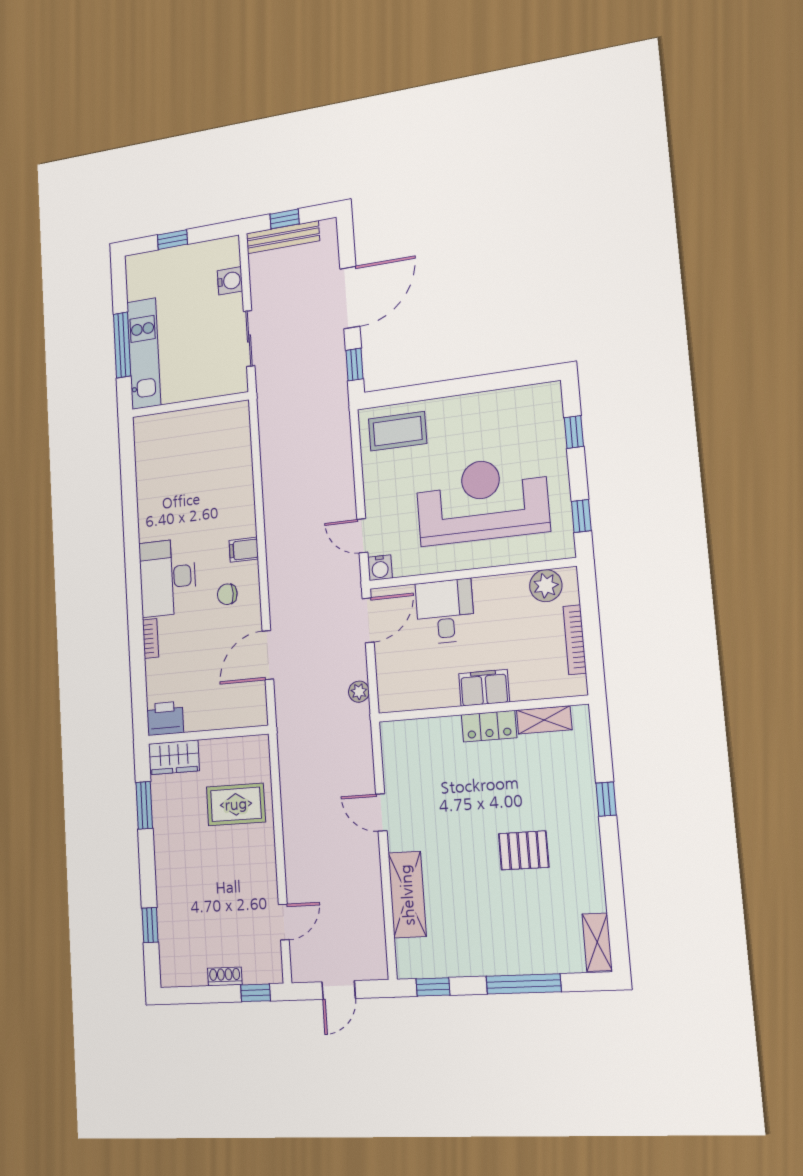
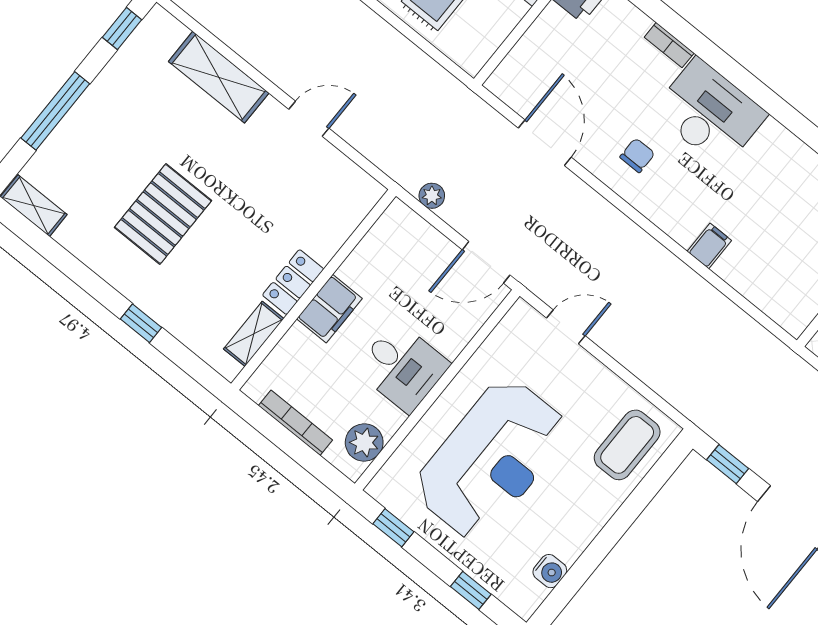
filing cabinet: (244, 550) -> (709, 246), moved
water cooler: (380, 568) -> (550, 571), moved, turned 180
desk: (445, 612) -> (403, 367), moved
door: (368, 620) -> (486, 262), hinge flipped
pallet: (524, 850) -> (163, 214), width x1.50, depth x1.42

